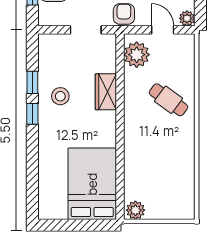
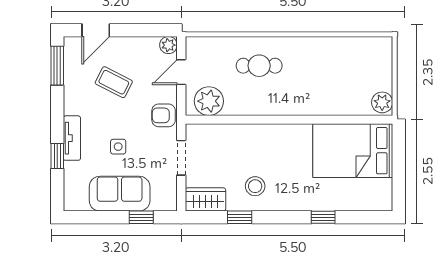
wardrobe: (106, 92) -> (205, 199), moved, turned 180
cafe table: (168, 100) -> (259, 66), turned 54
window: (32, 114) -> (323, 217), moved

